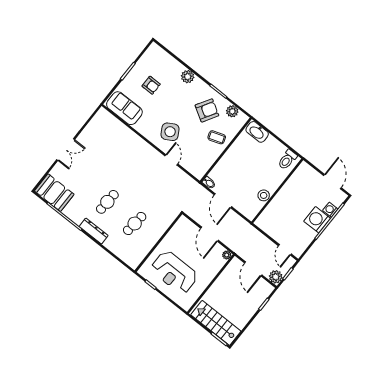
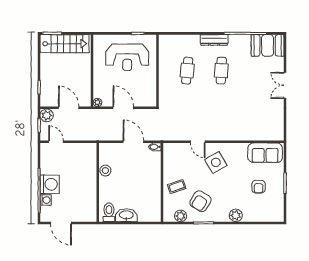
armchair: (151, 85) -> (259, 187), turned -90
washbasin: (257, 132) -> (126, 215), moved
reception desk: (174, 272) -> (127, 57), turned 180

